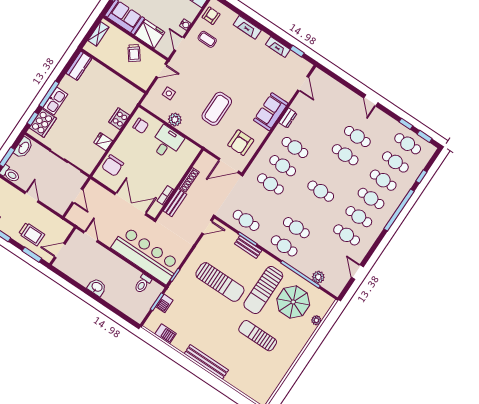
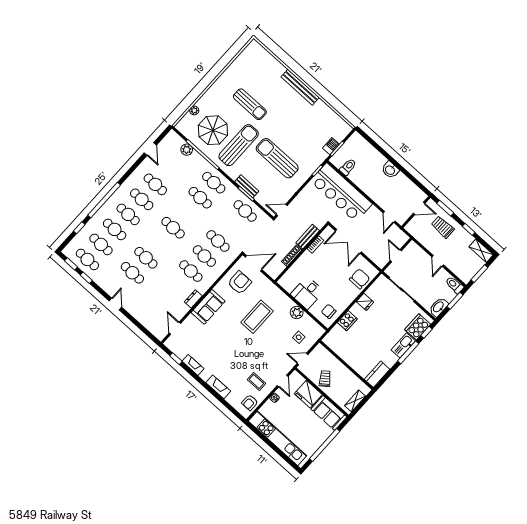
barbecue: (166, 334) -> (334, 118), removed

